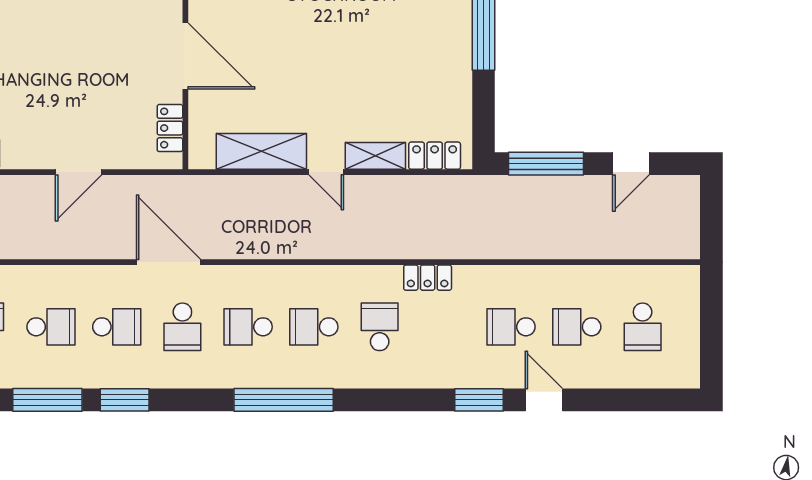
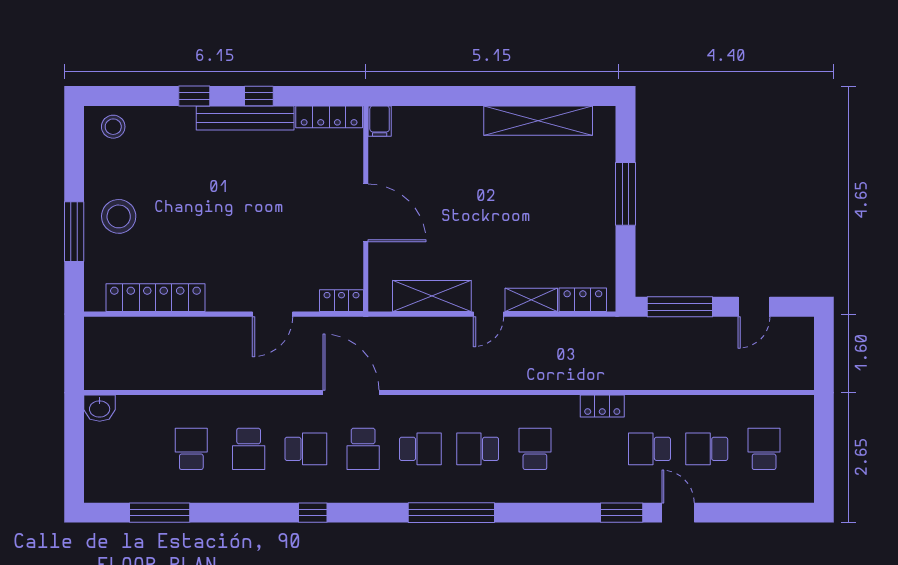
locker: (170, 128) -> (342, 301), moved, turned 90
door: (326, 172) -> (488, 314), hinge flipped
locker: (428, 278) -> (602, 406), moved
school desk: (51, 327) -> (249, 449), turned 90
school desk: (248, 327) -> (420, 449), turned 180
school desk: (643, 327) -> (764, 449), turned 180
window: (47, 400) -> (245, 513), removed
window: (125, 400) -> (313, 513), width x0.67

